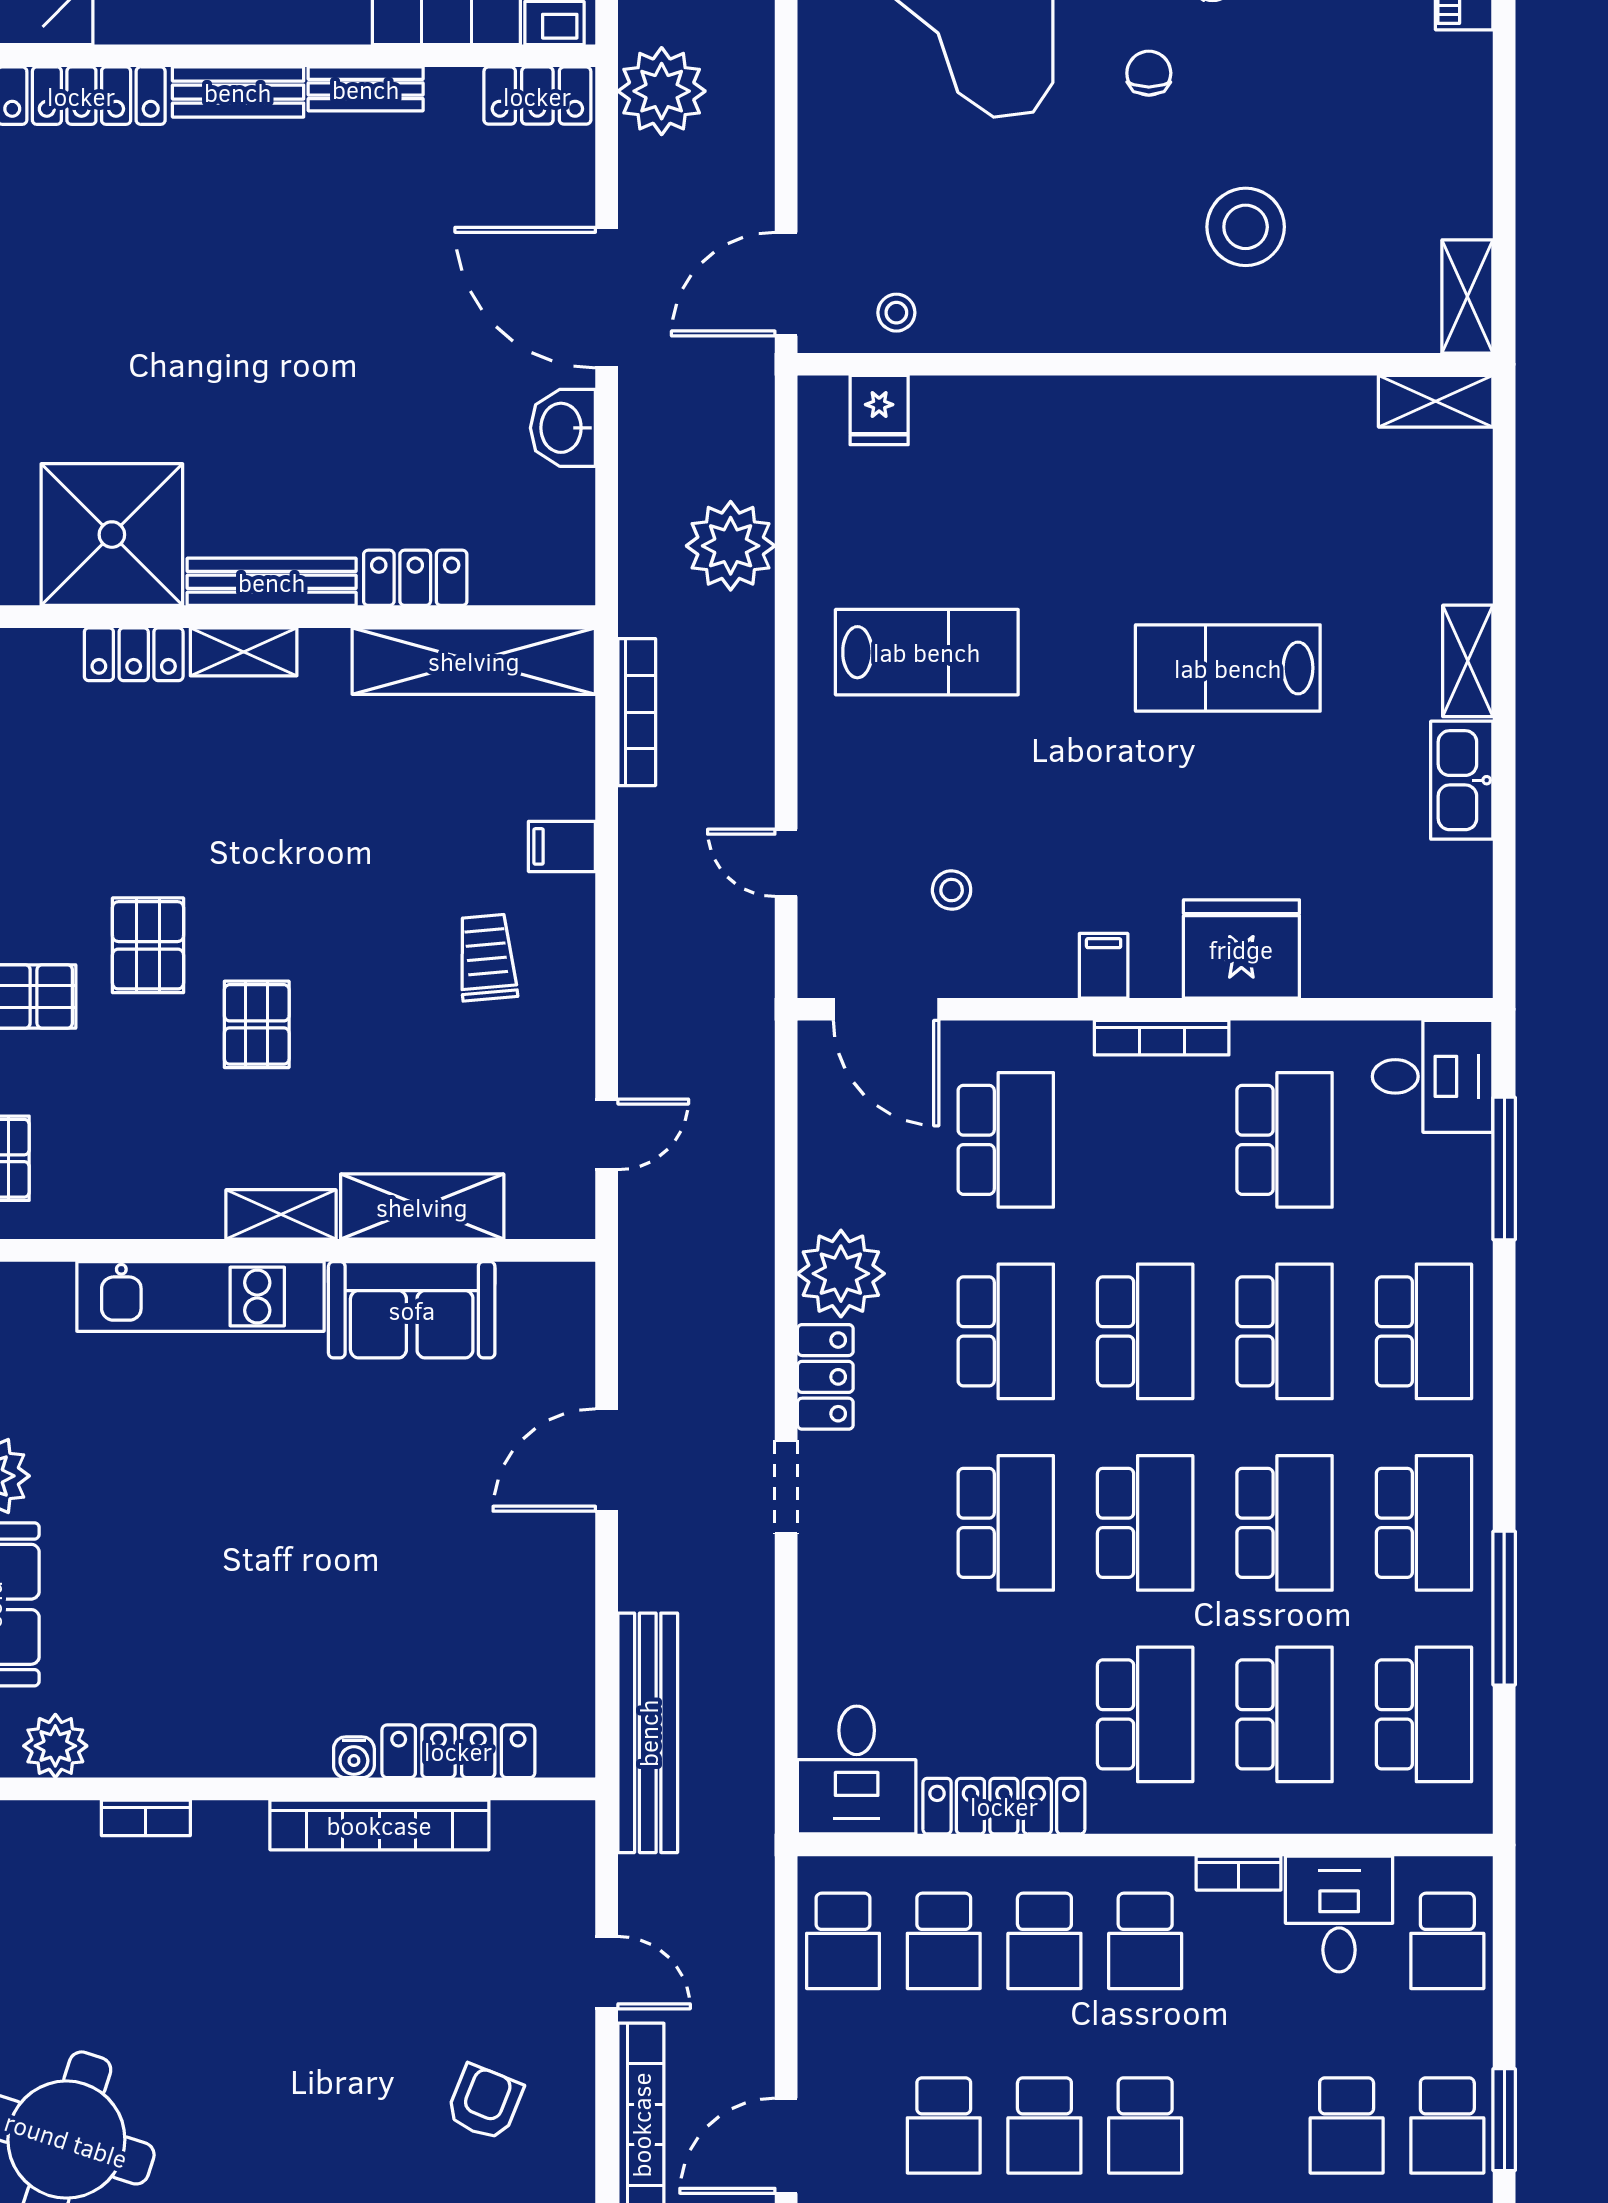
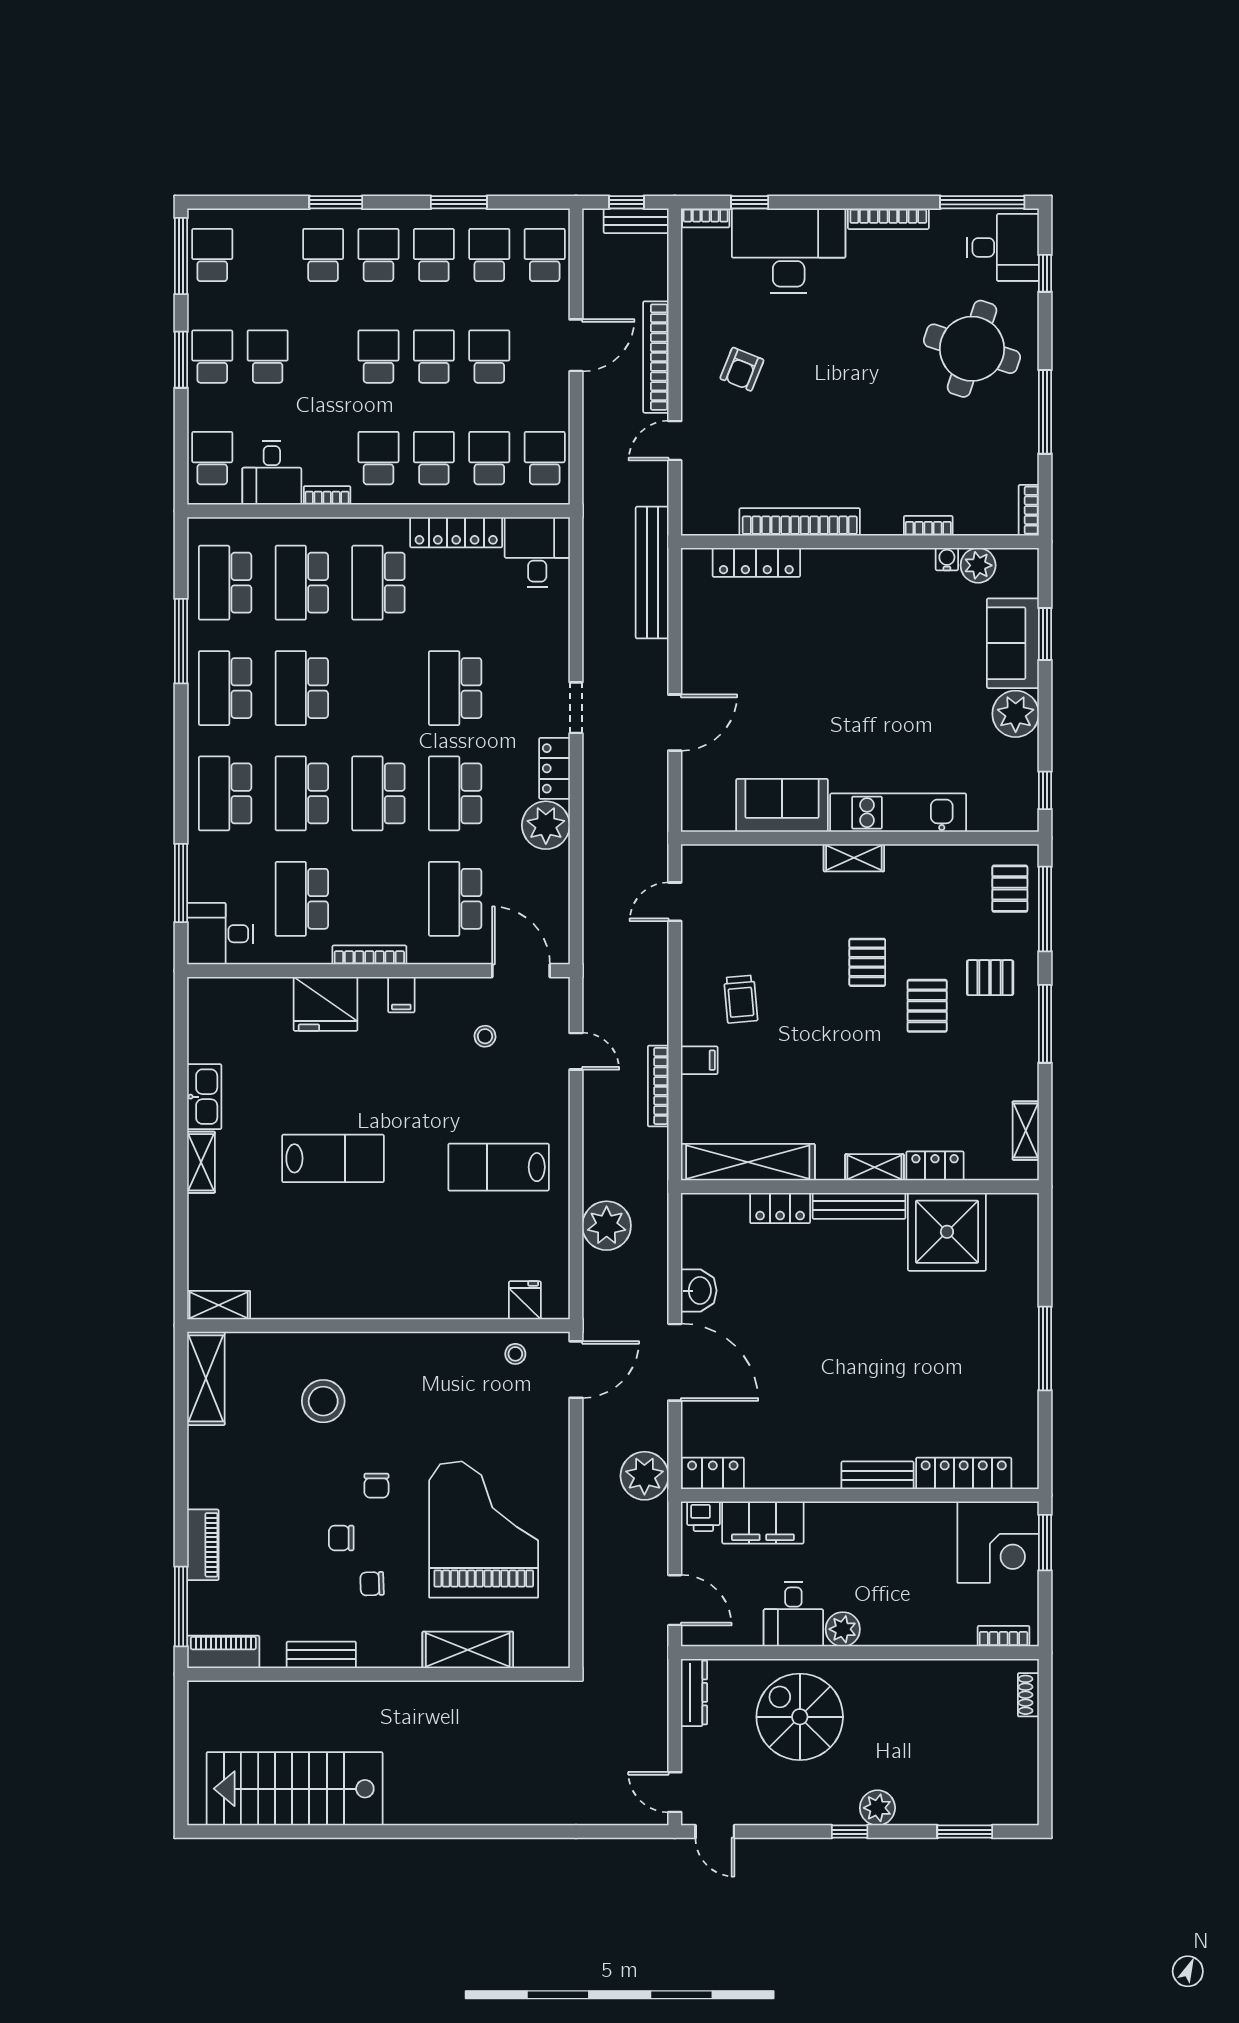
bench: (366, 89) -> (807, 1477), removed
shelving: (1467, 296) -> (206, 1378), width x1.50, depth x1.33
bookcase: (637, 712) -> (658, 1086), moved
shelving: (422, 1207) -> (776, 862), removed
school desk: (1145, 1523) -> (378, 688), removed
water cooler: (354, 1757) -> (947, 559), moved
door: (607, 1973) -> (675, 441), hinge flipped

